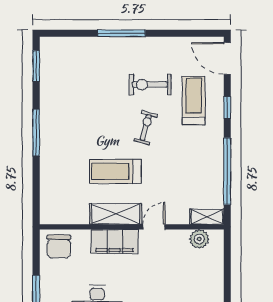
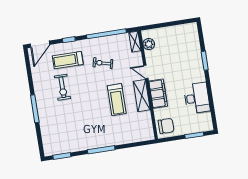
exercise bike: (146, 128) -> (103, 63), moved

